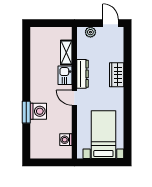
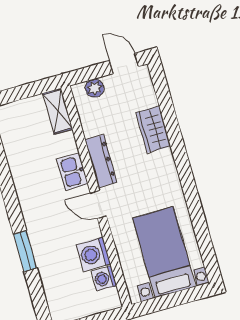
shelving: (66, 52) -> (58, 111), moved
wardrobe: (117, 75) -> (153, 129), moved
washing machine: (38, 111) -> (93, 254), moved, turned 180

